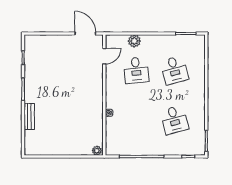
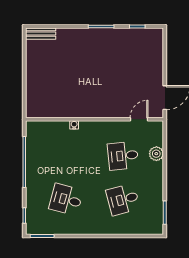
door: (104, 56) -> (139, 119), swing flipped
bench: (29, 116) -> (41, 34), moved
desk: (174, 120) -> (66, 200), turned 30
plant: (97, 151) -> (31, 111), removed

